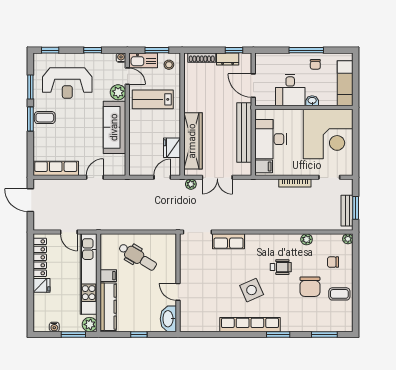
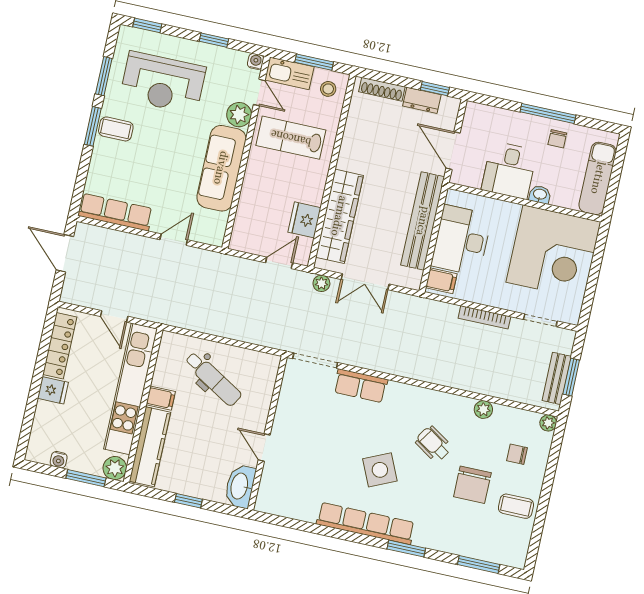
wheelchair: (281, 267) -> (433, 444), turned -147

